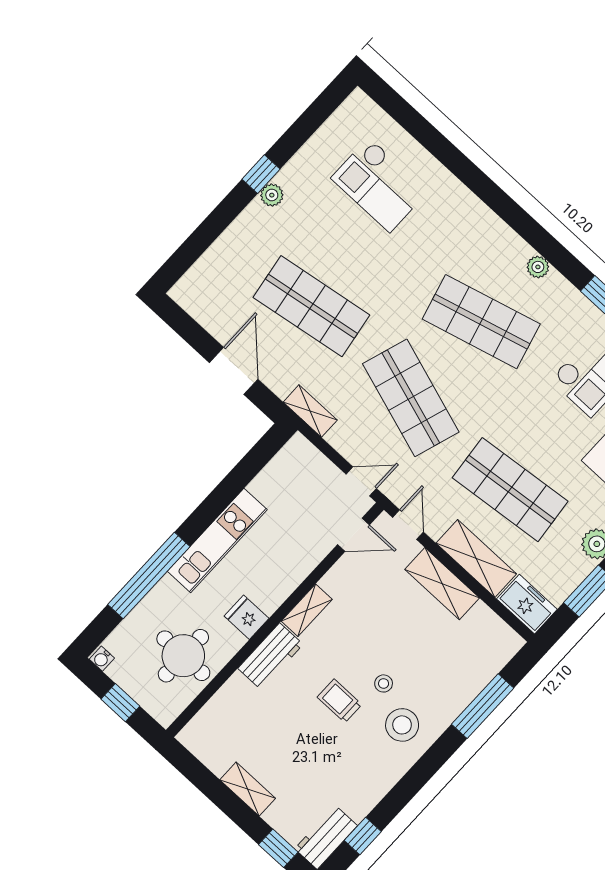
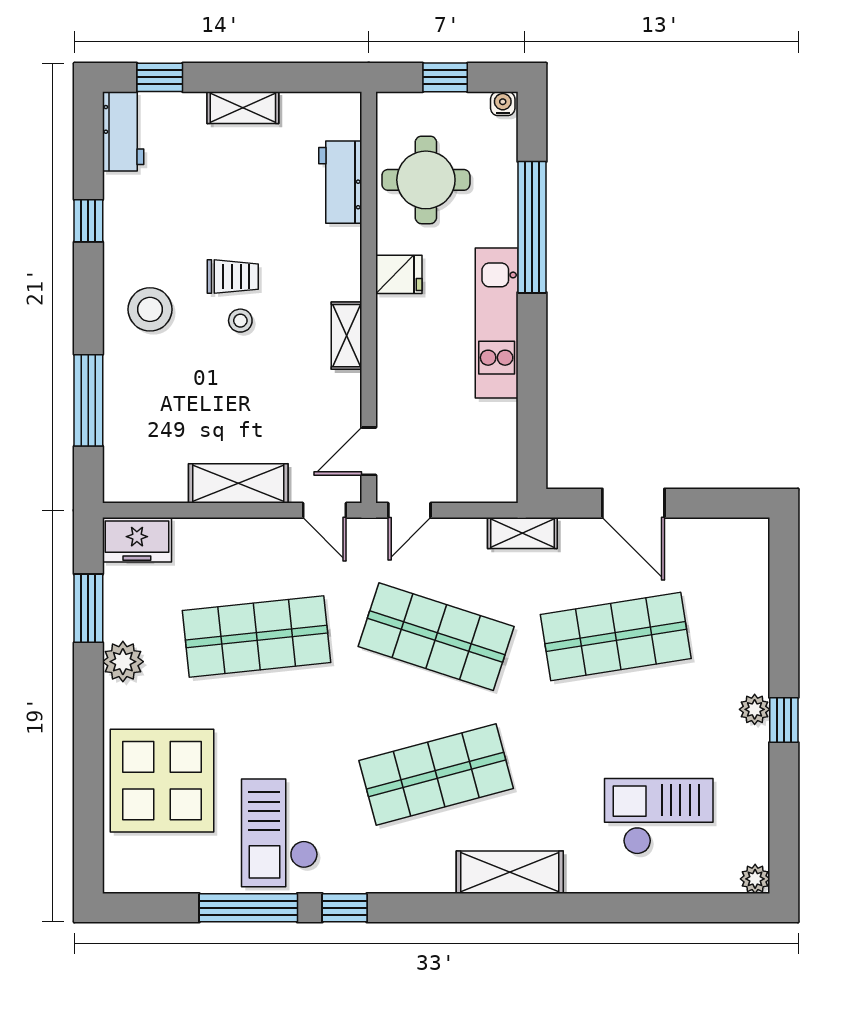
plant: (538, 267) -> (755, 879), moved
shelving: (476, 558) -> (510, 872), moved
workbench: (270, 656) -> (340, 182), moved
stool: (384, 683) -> (240, 321), moved
window: (363, 836) -> (88, 221), moved

